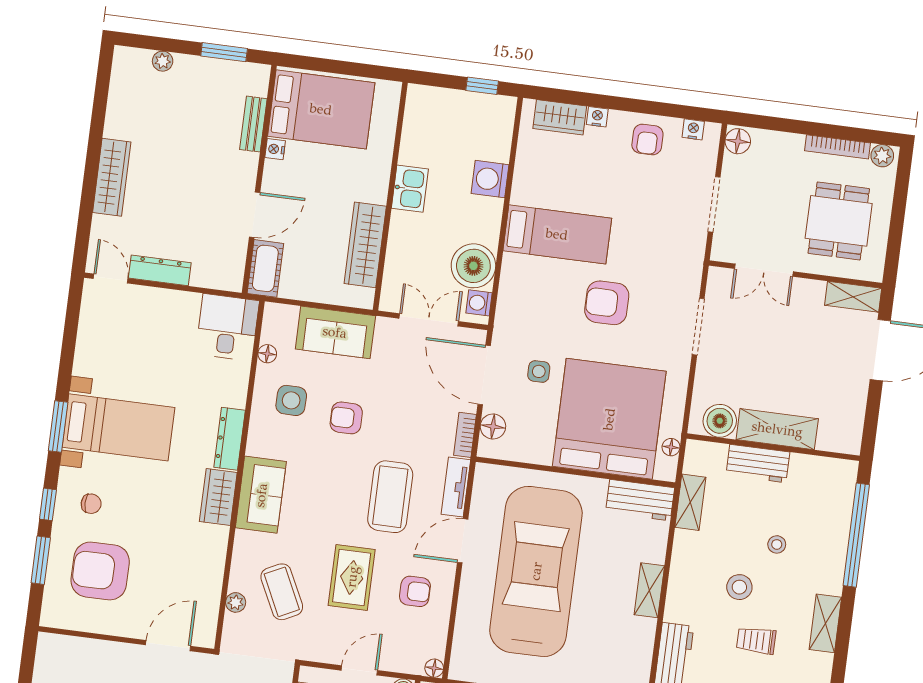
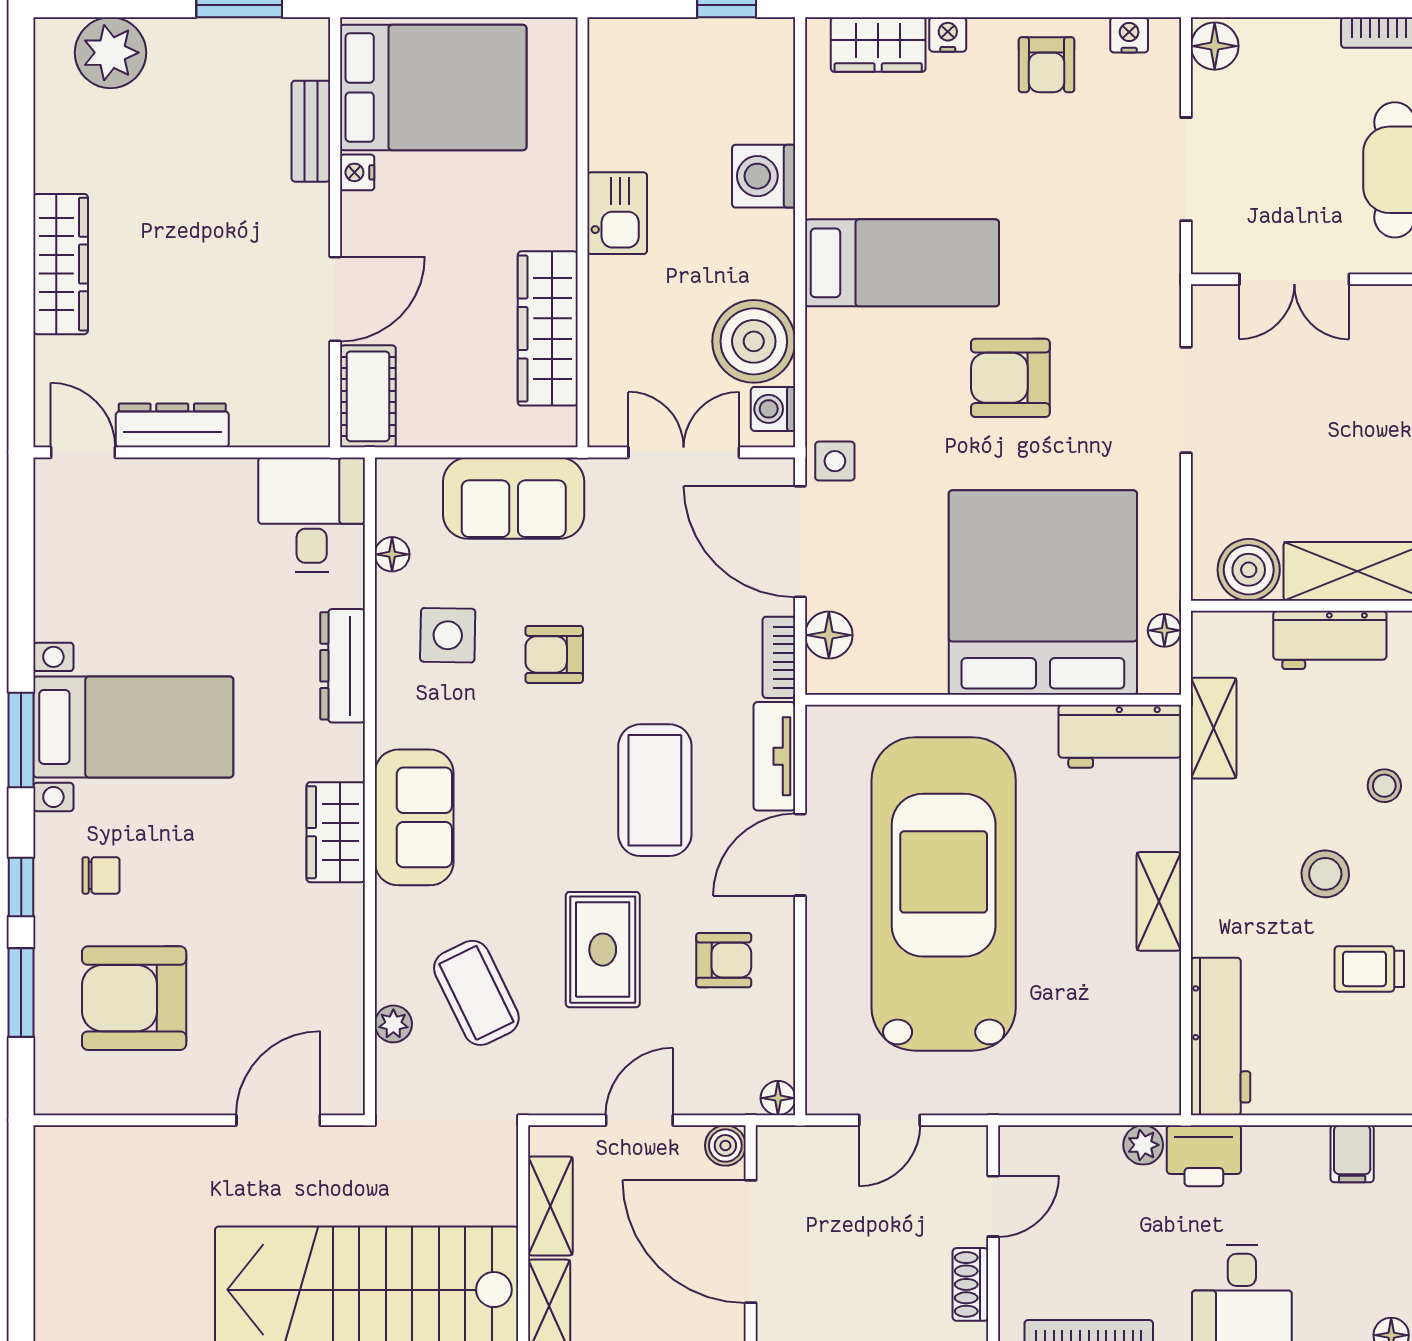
plant: (163, 61) -> (110, 53), width x1.88, depth x1.88
side table: (539, 371) -> (835, 461), moved
dresser: (230, 439) -> (343, 666), moved

